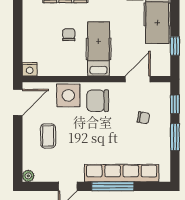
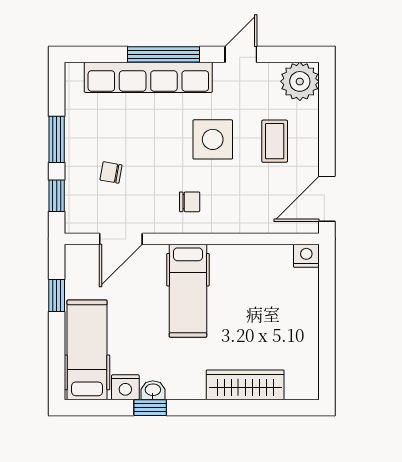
chair: (69, 35) -> (239, 315), removed
side table: (68, 95) -> (213, 139), moved
chair: (98, 101) -> (190, 202), width x0.54, depth x0.54
plant: (28, 176) -> (300, 81), width x1.88, depth x1.88

